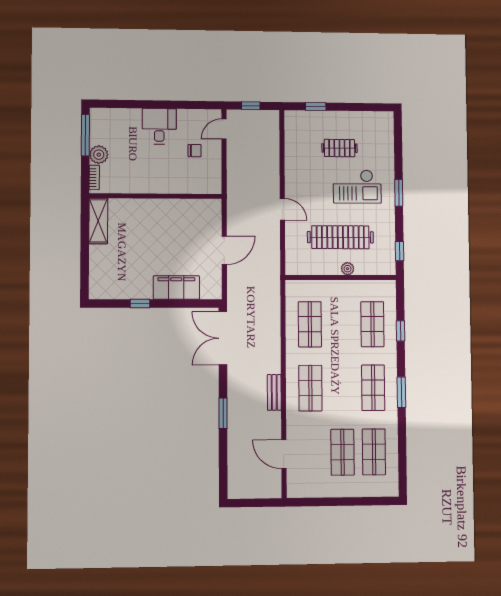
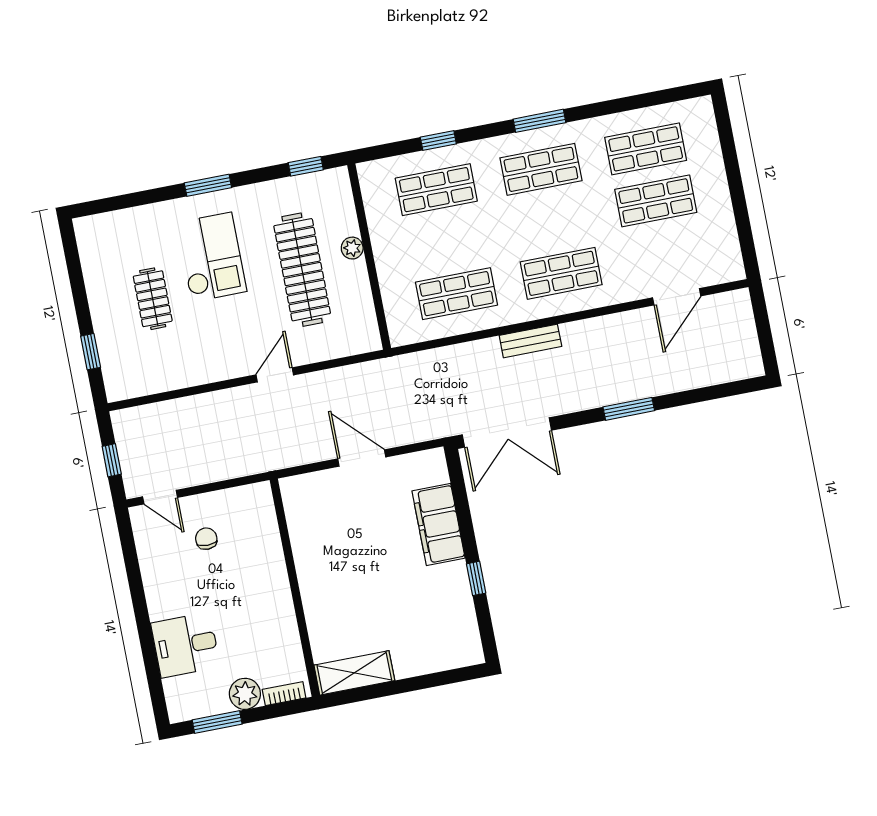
desk: (159, 126) -> (185, 645), moved
window: (85, 135) -> (217, 722), width x0.69
bench: (274, 392) -> (530, 341), moved

